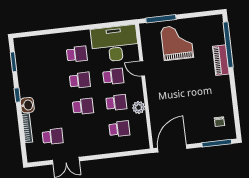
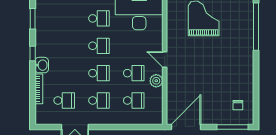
piano: (221, 60) -> (247, 42), removed
door: (142, 68) -> (165, 59), moved
school desk: (113, 76) -> (99, 101), moved

